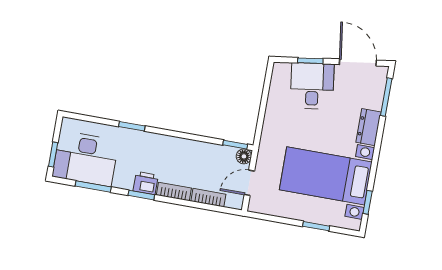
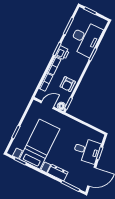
armchair: (200, 157) -> (68, 84), added
desk: (85, 159) -> (85, 39), moved, turned 180
door: (249, 183) -> (47, 105), hinge flipped

